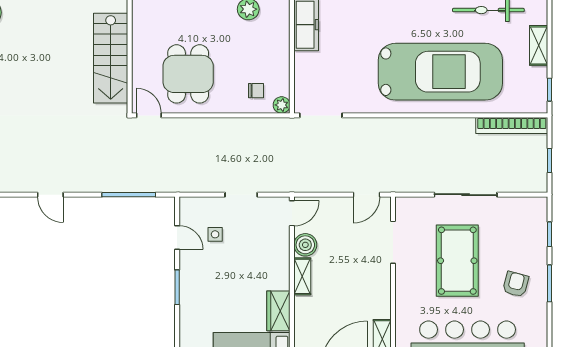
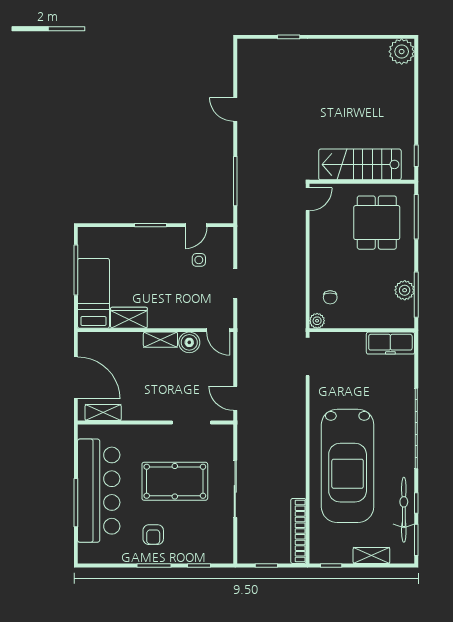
dining table: (188, 74) -> (377, 223), moved, turned 90
door: (50, 195) -> (235, 109), hinge flipped
armchair: (516, 284) -> (153, 535), turned 75

